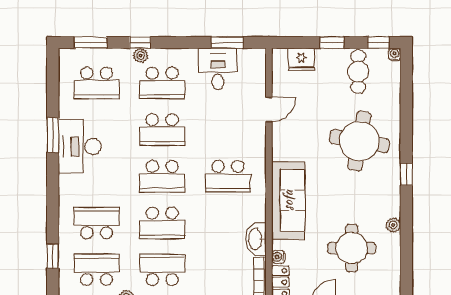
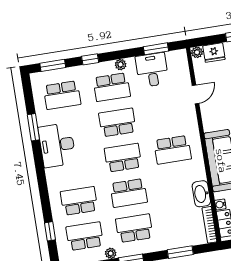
plant: (141, 56) -> (121, 65), moved
plant: (279, 56) -> (197, 52), added
school desk: (162, 130) -> (117, 122), turned 180
window: (53, 135) -> (33, 127), moved
school desk: (162, 176) -> (123, 158), turned 180

